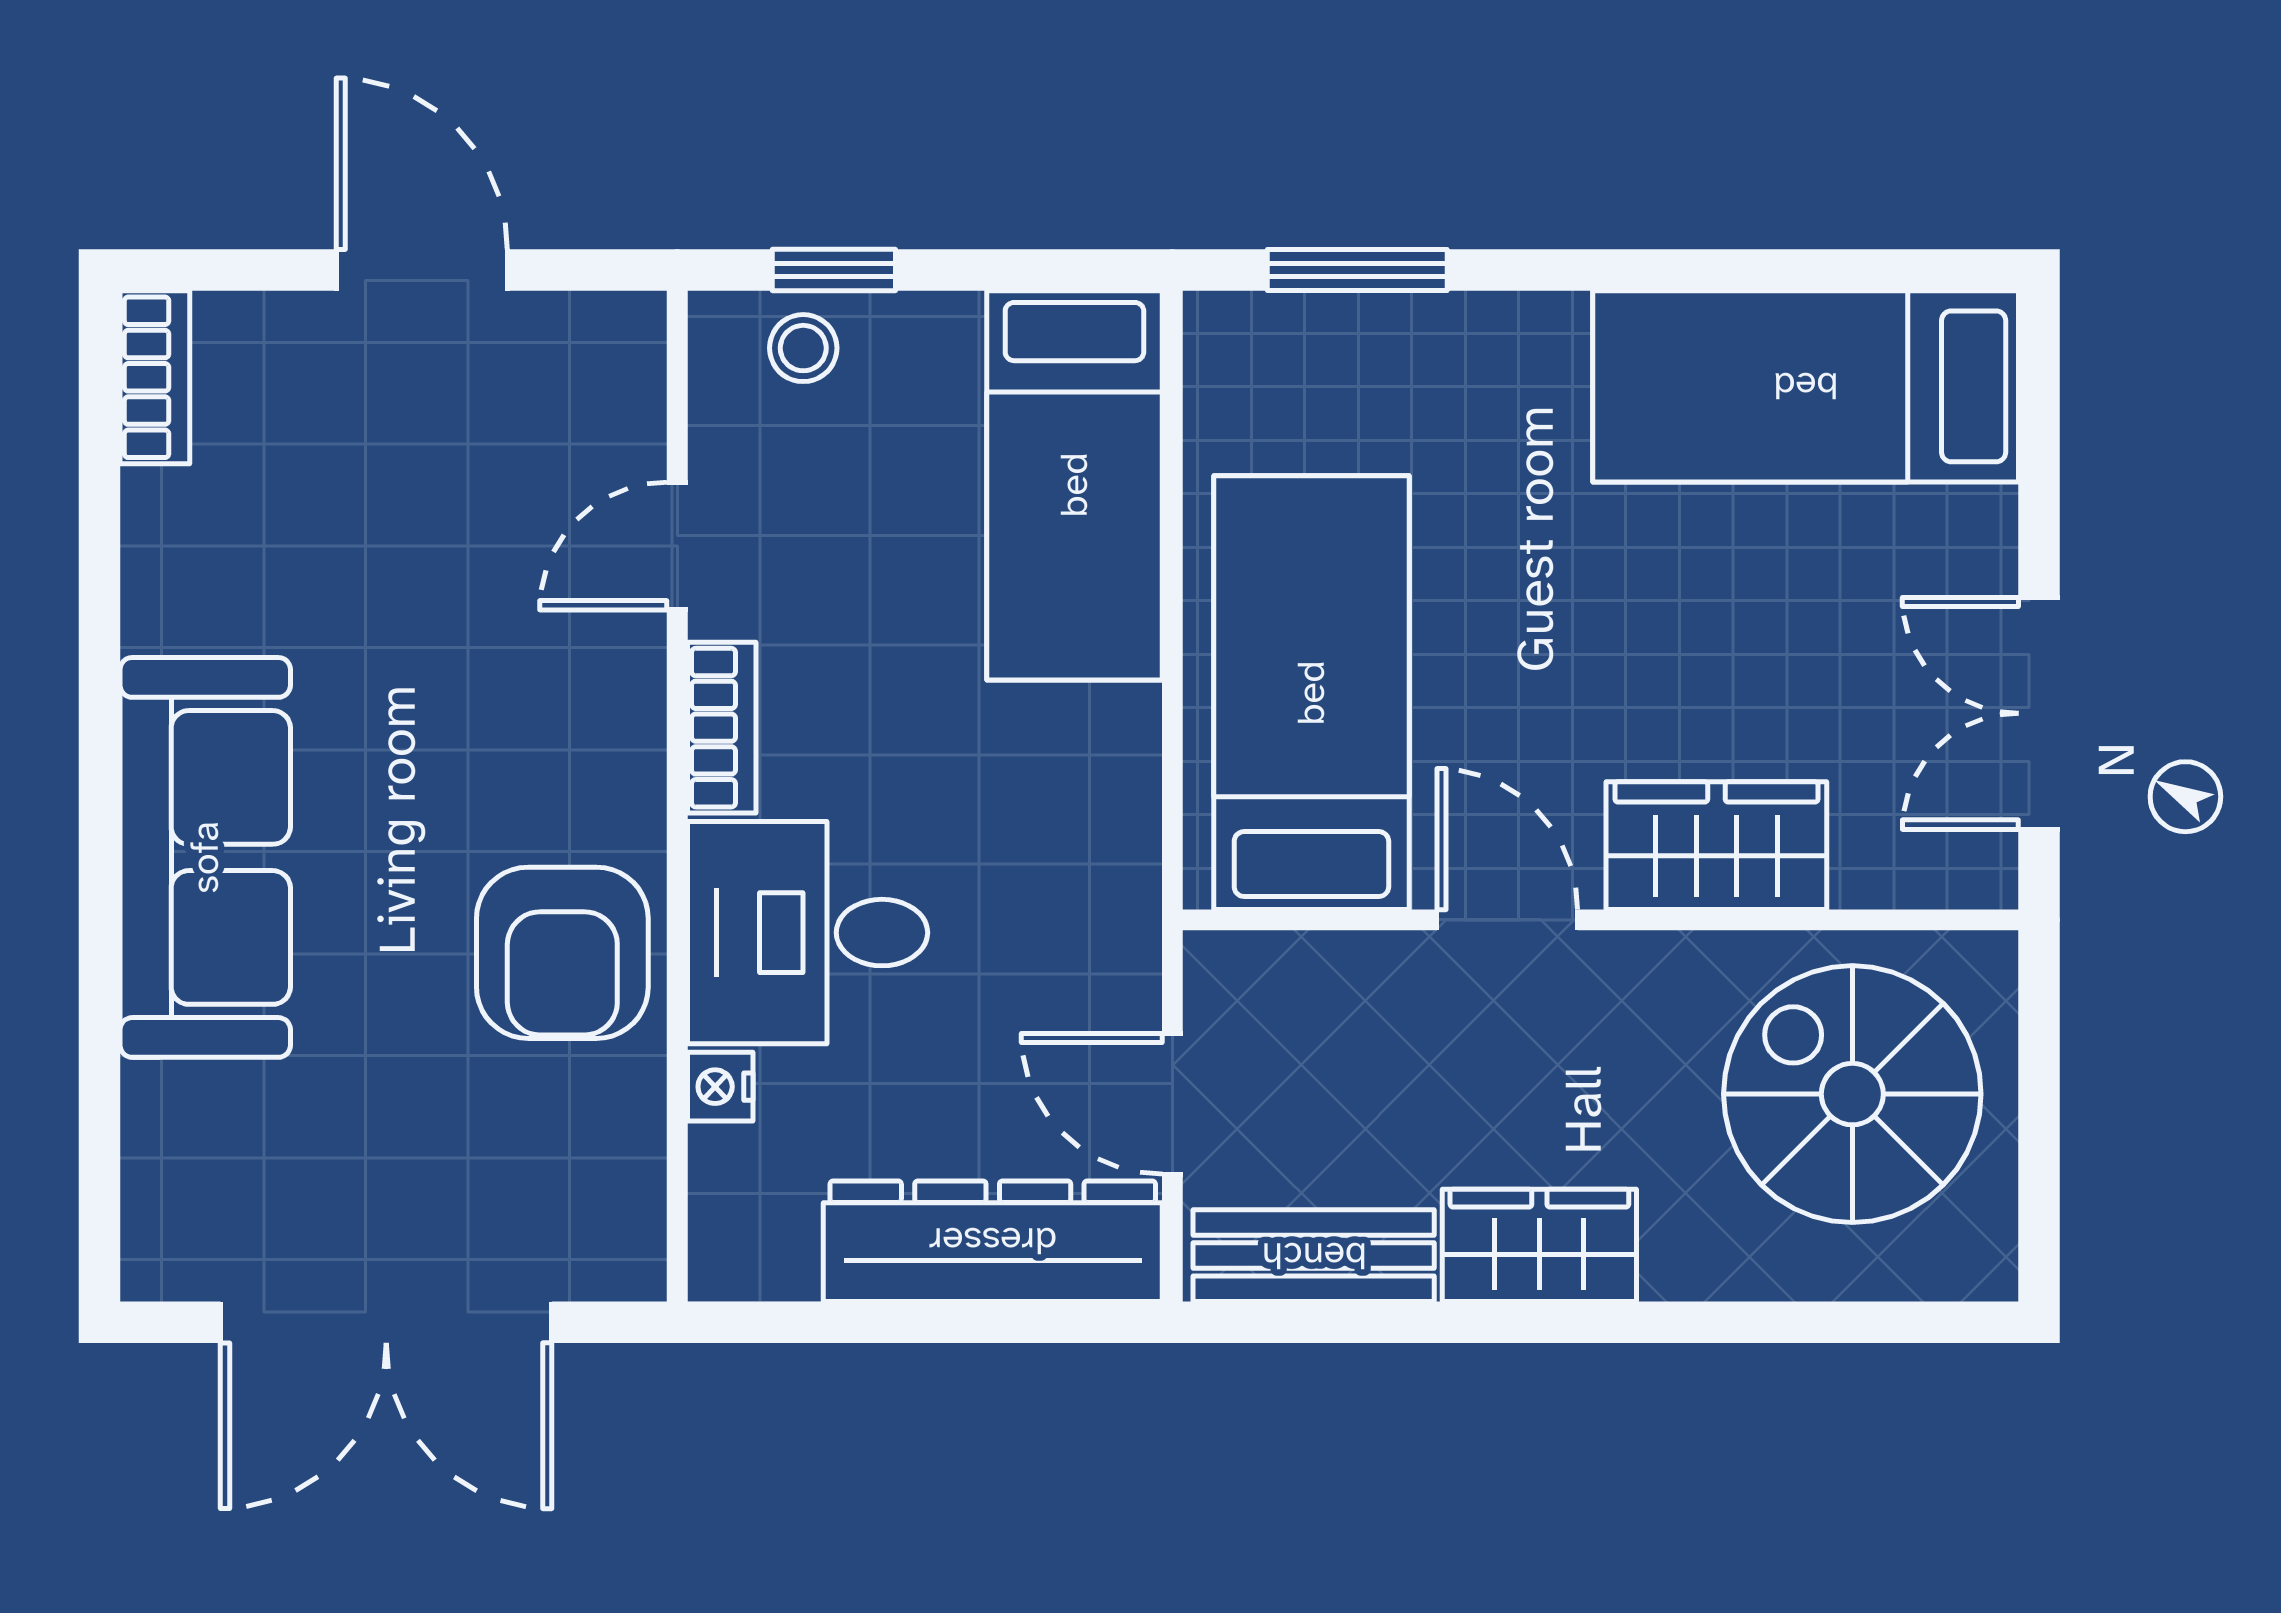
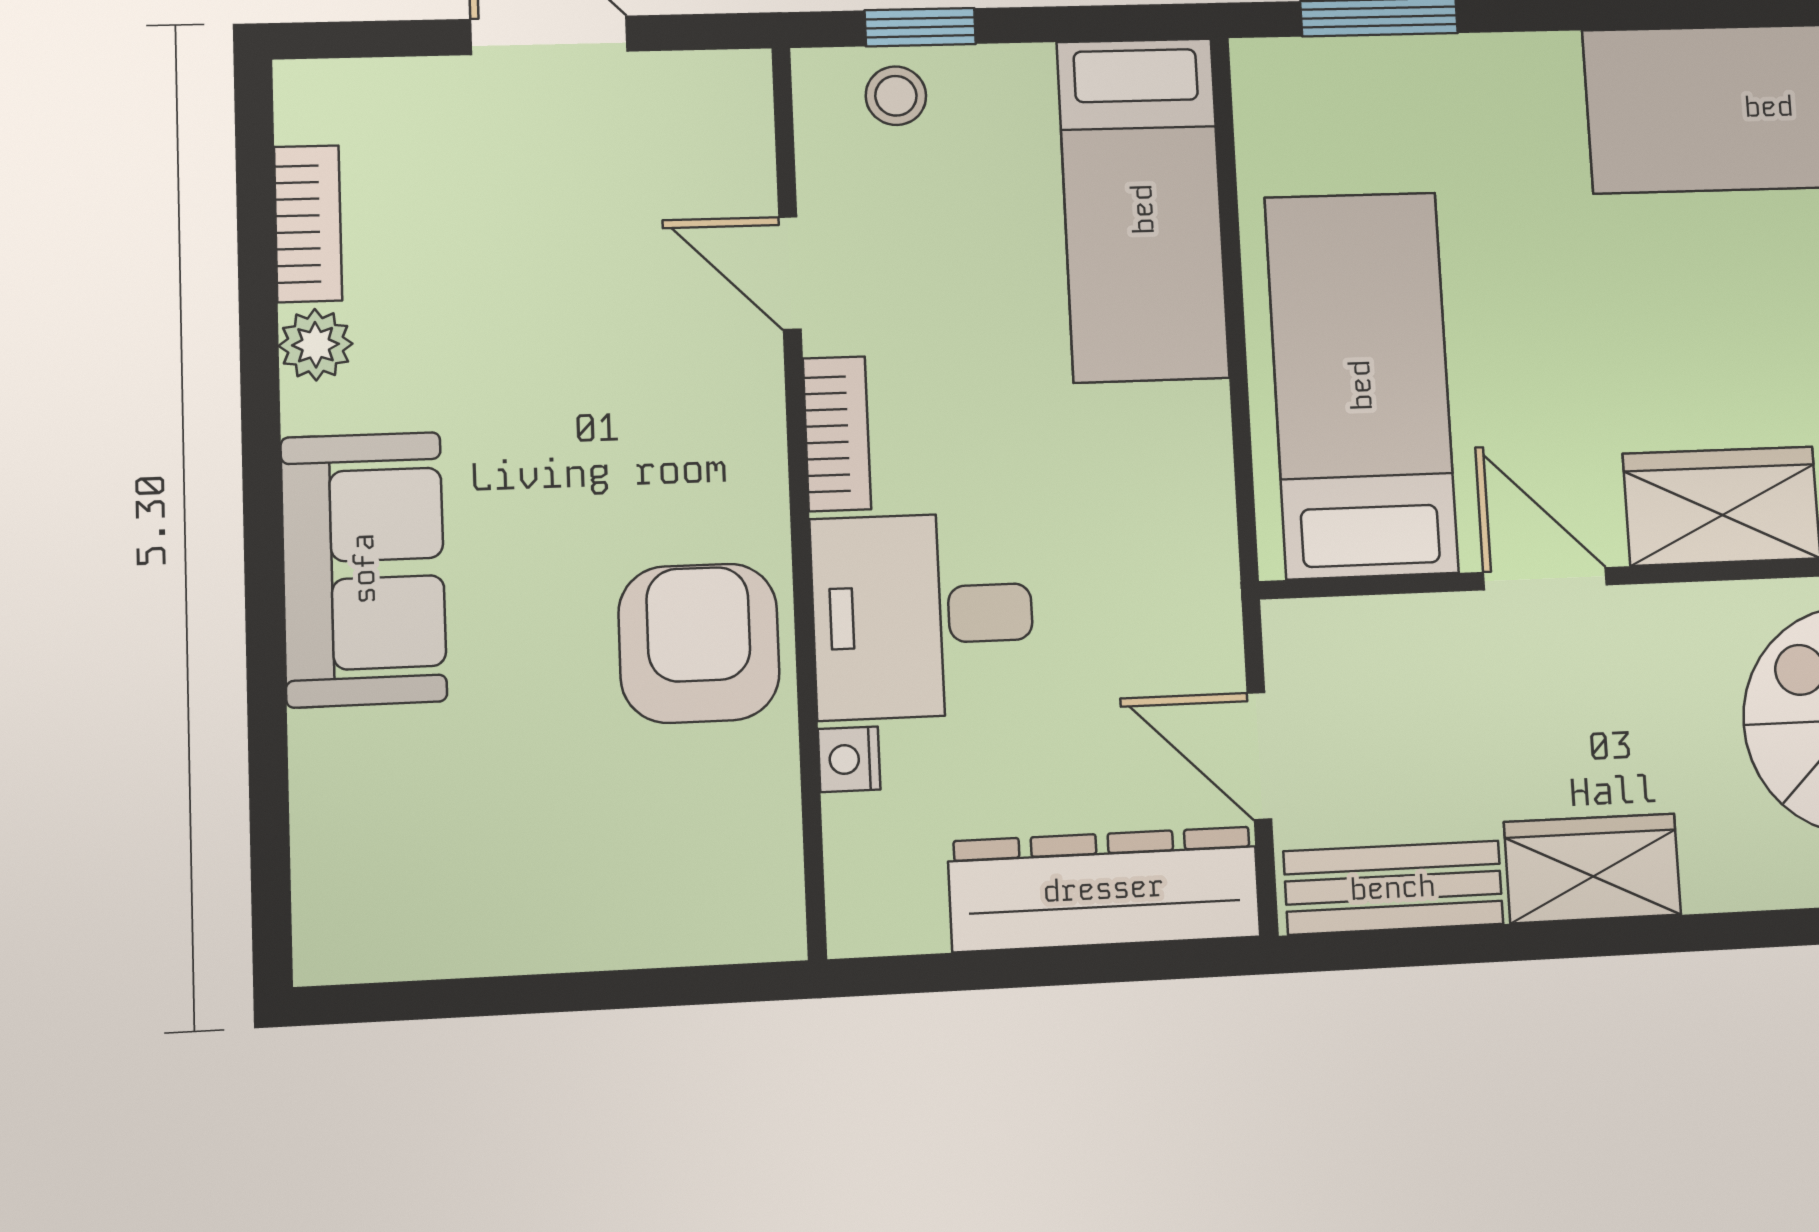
bookcase: (155, 377) -> (308, 224), moved
door: (677, 546) -> (790, 273), hinge flipped
plant: (160, 610) -> (316, 345), added
sofa: (205, 857) -> (364, 569), width x0.73
armchair: (562, 953) -> (699, 643), turned 180
double door: (386, 1322) -> (546, 993), removed

